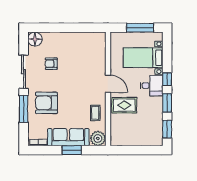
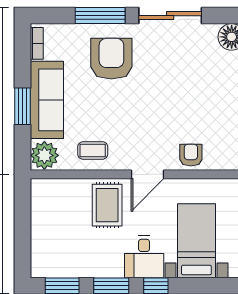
armchair: (51, 64) -> (191, 155), moved

